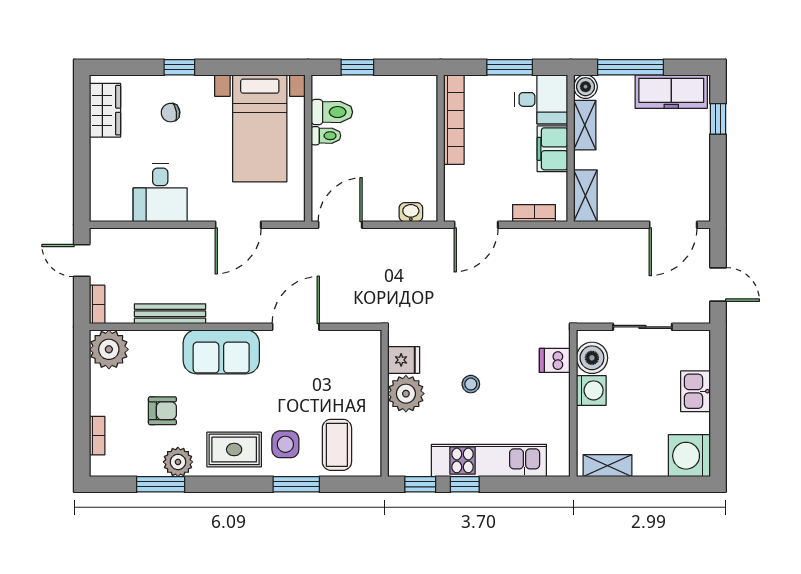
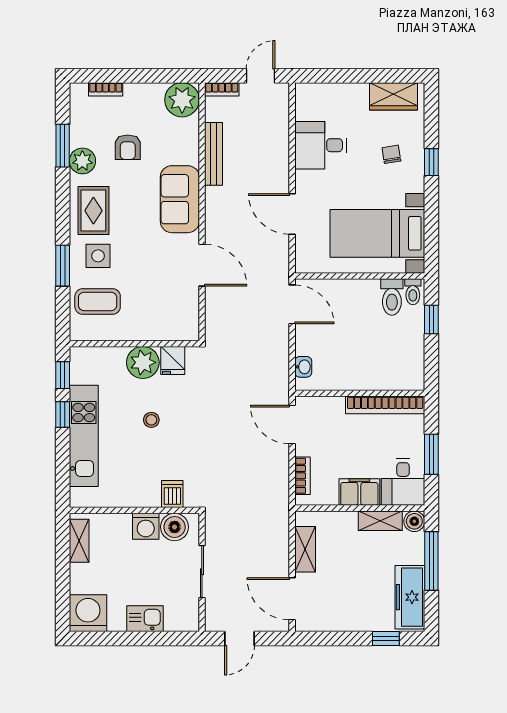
toilet: (326, 136) -> (413, 292), moved
shelving: (585, 196) -> (305, 549), moved, turned 90

